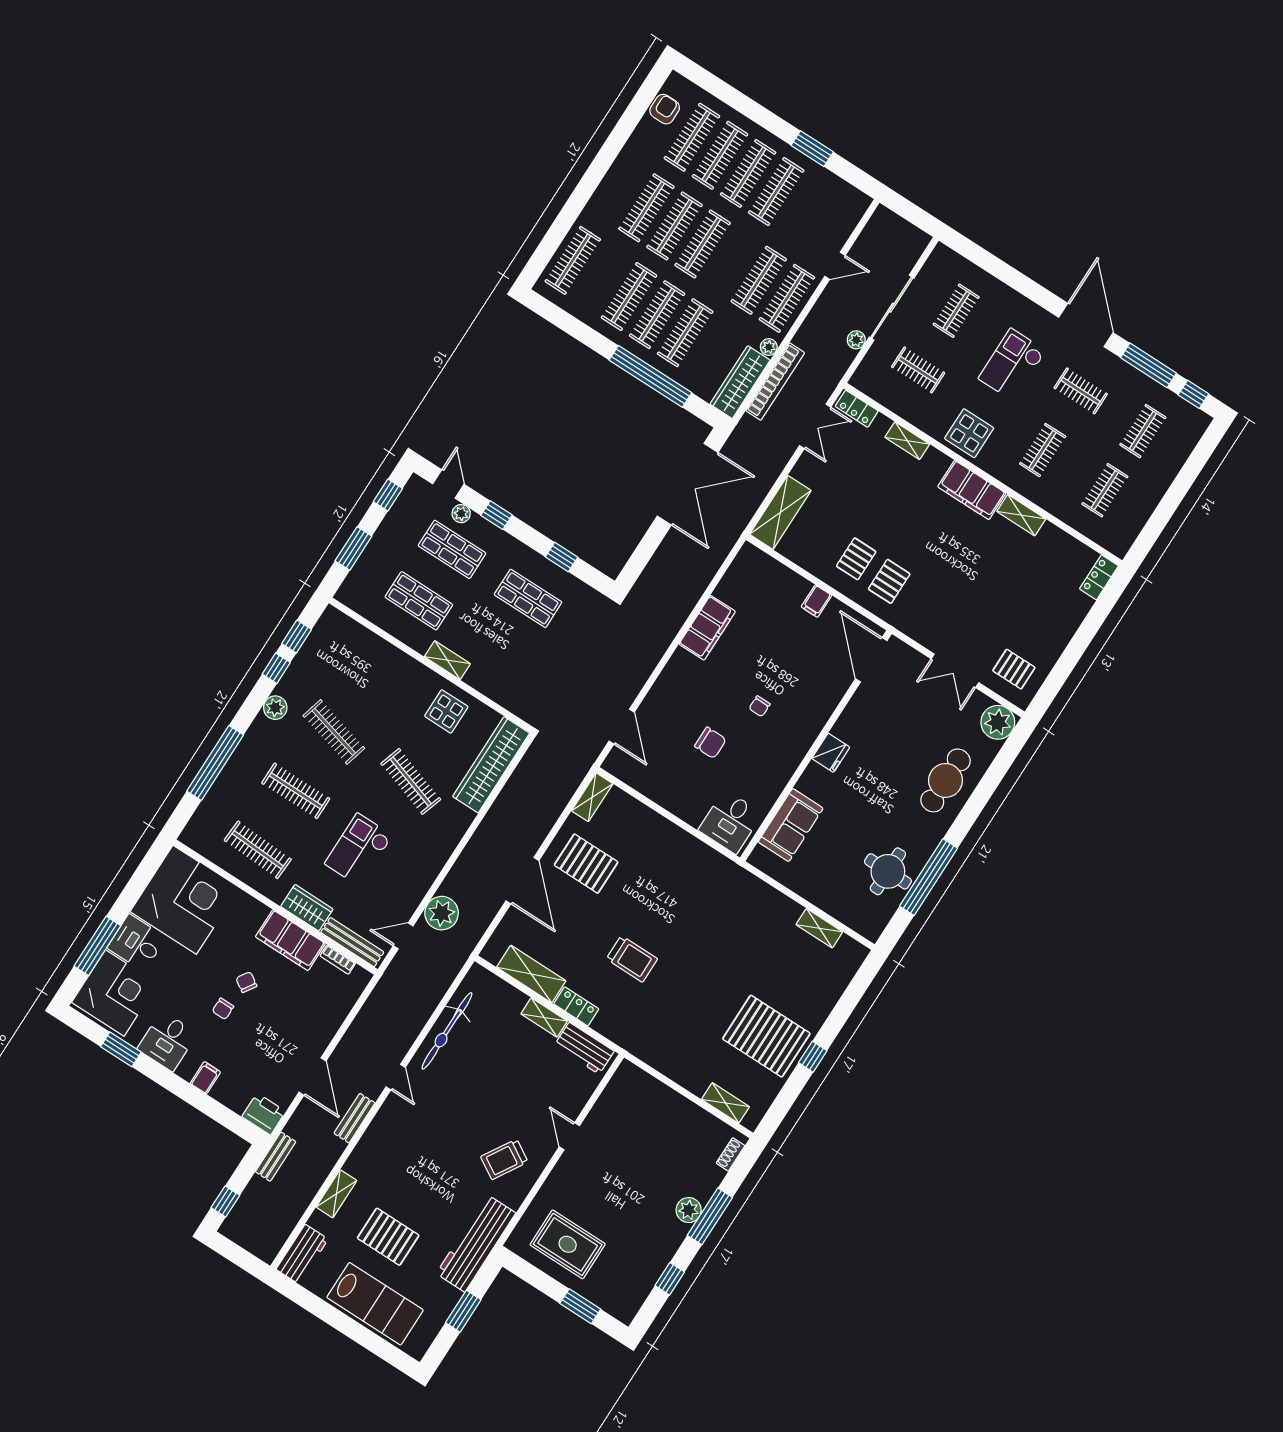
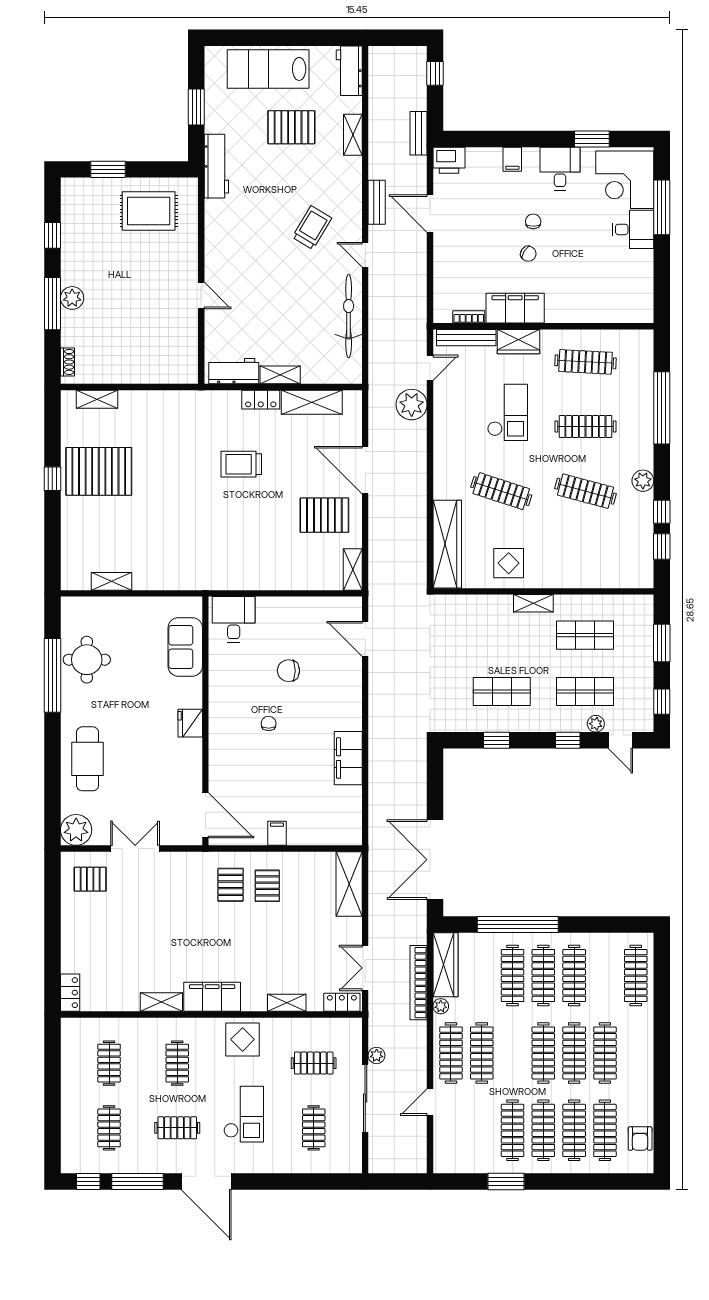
corner desk: (185, 900) -> (617, 287), removed
trolley: (504, 1159) -> (312, 228), moved
workbench: (476, 1243) -> (216, 166), width x0.73, depth x0.76

